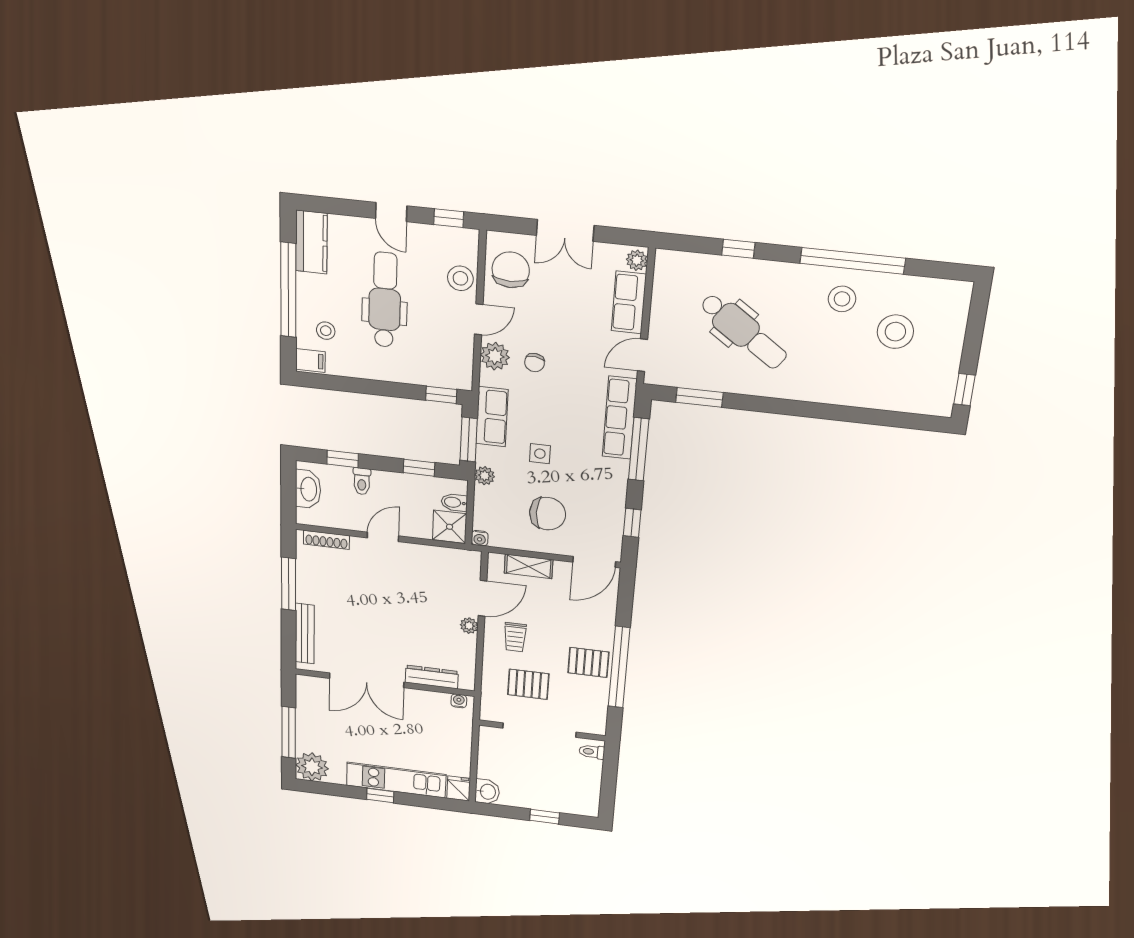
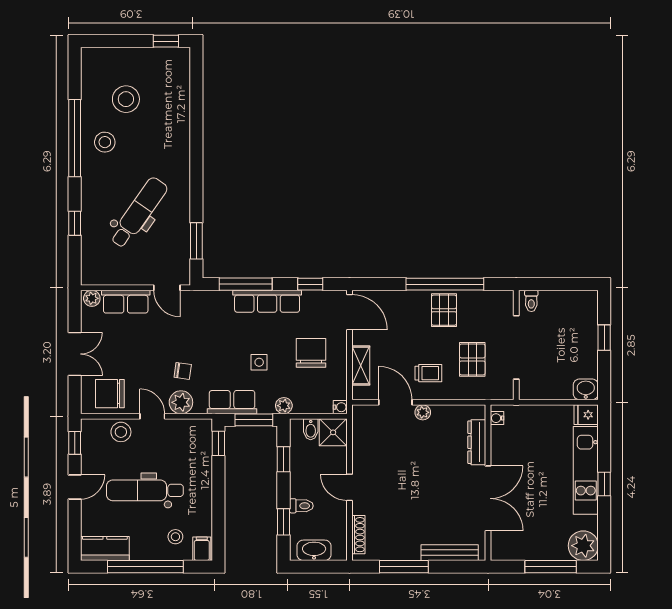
row of seats: (620, 418) -> (267, 301), moved

